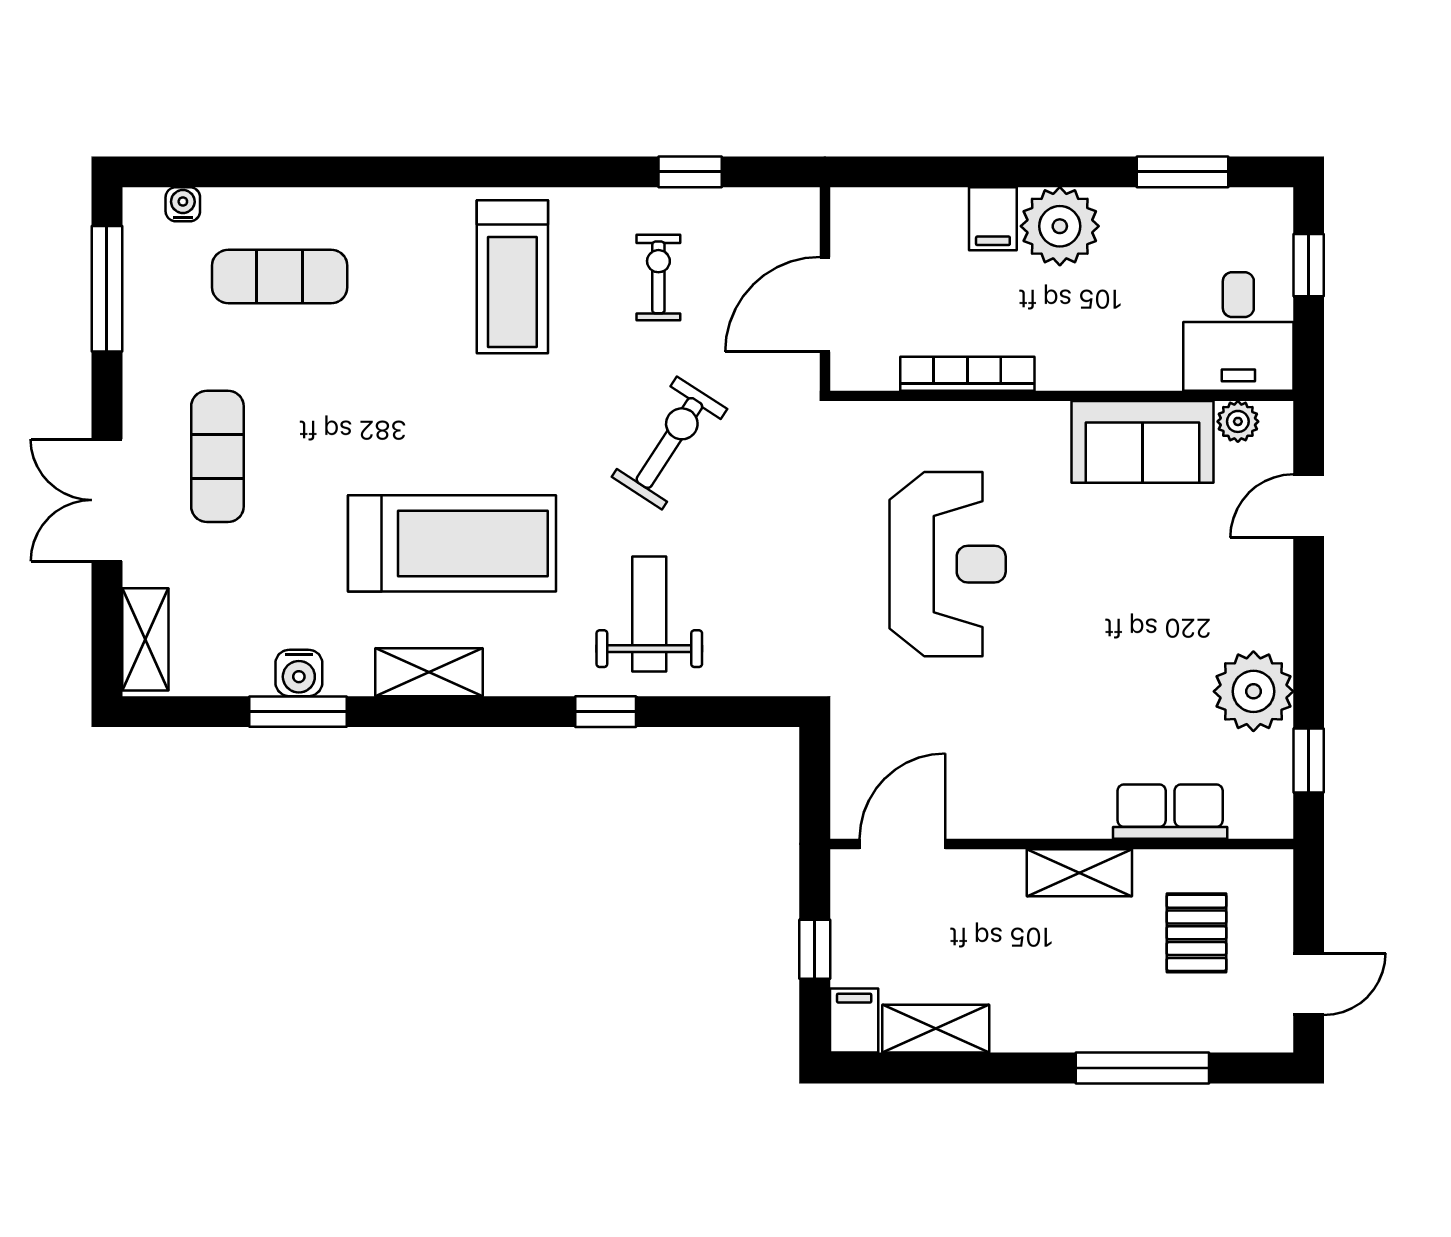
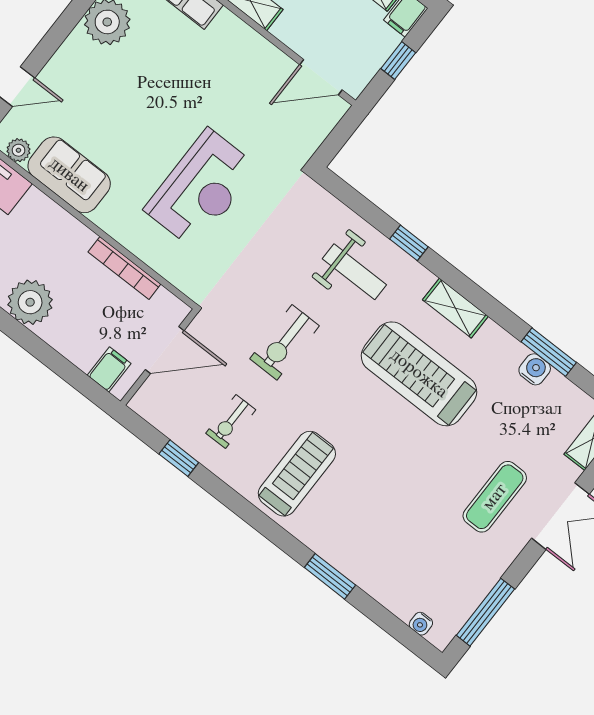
window: (358, 172) -> (330, 576), added
filing cabinet: (993, 219) -> (109, 369), moved
exercise mat: (280, 276) -> (403, 556), removed
exercise bike: (669, 443) -> (285, 342), turned -33
reception desk: (948, 564) -> (201, 188), turned 180
weight bench: (649, 614) -> (354, 272), turned -90
shelving: (429, 672) -> (455, 308), moved

